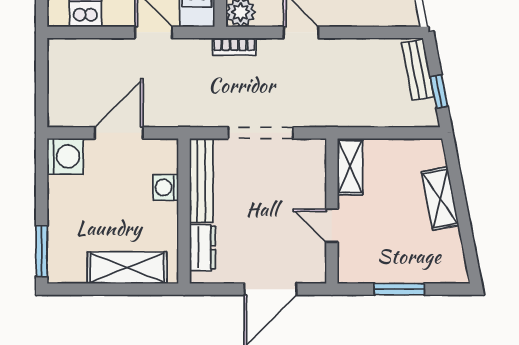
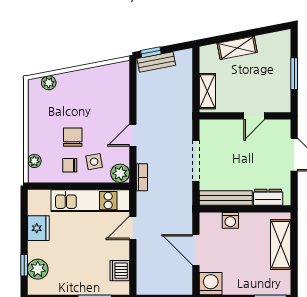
window: (439, 92) -> (151, 52), moved
shelving: (350, 167) -> (207, 91), moved, turned 90

